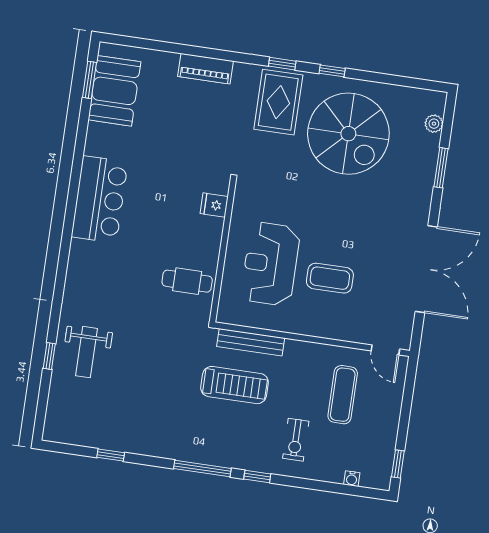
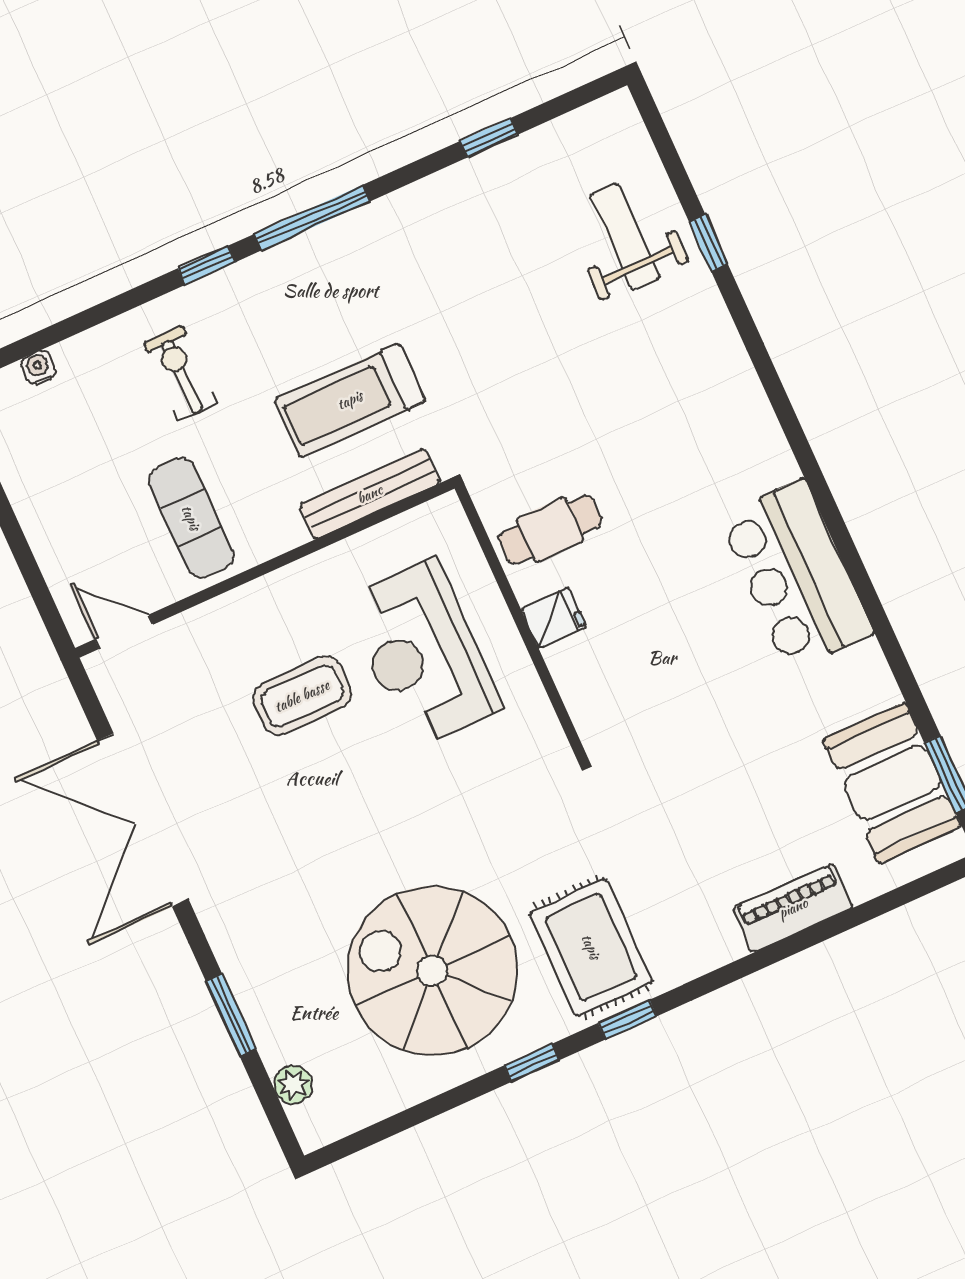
piano: (205, 69) -> (793, 908), moved
fridge: (214, 205) -> (554, 618), moved
reception desk: (270, 264) -> (423, 654), turned 180
weight bench: (87, 352) -> (625, 237), moved
exercise mat: (343, 395) -> (191, 518), moved

